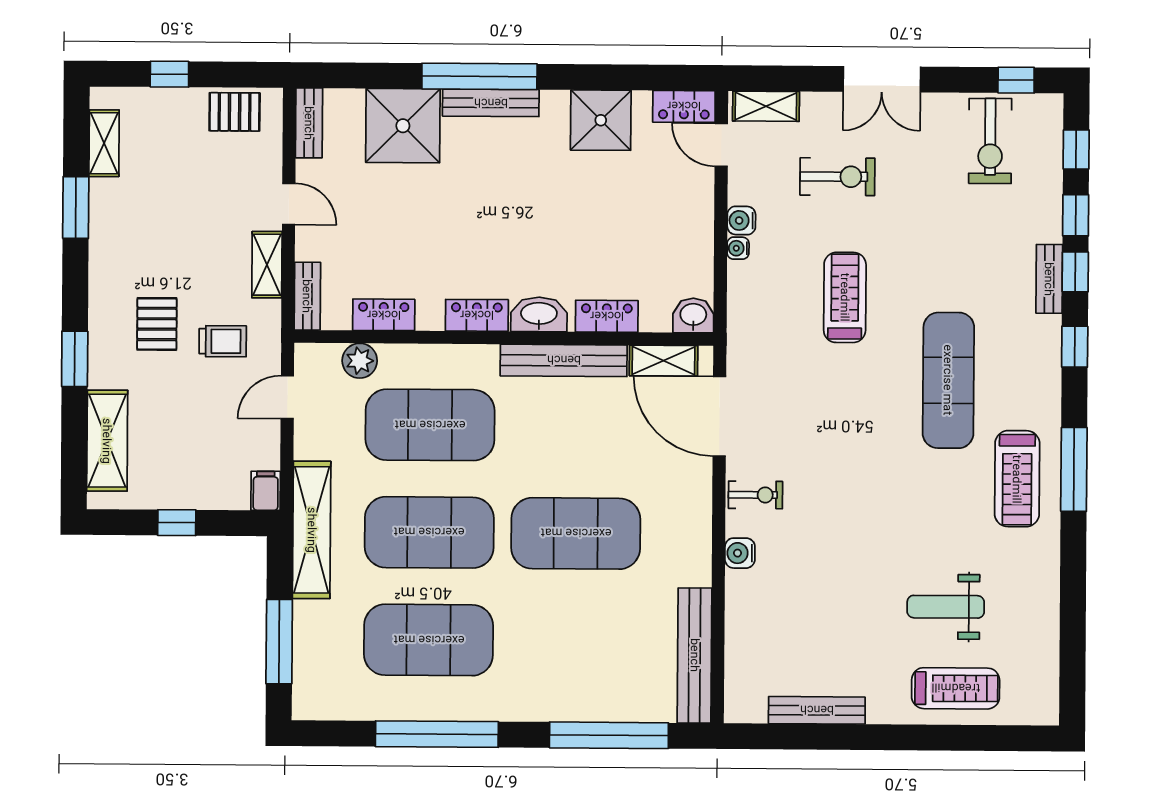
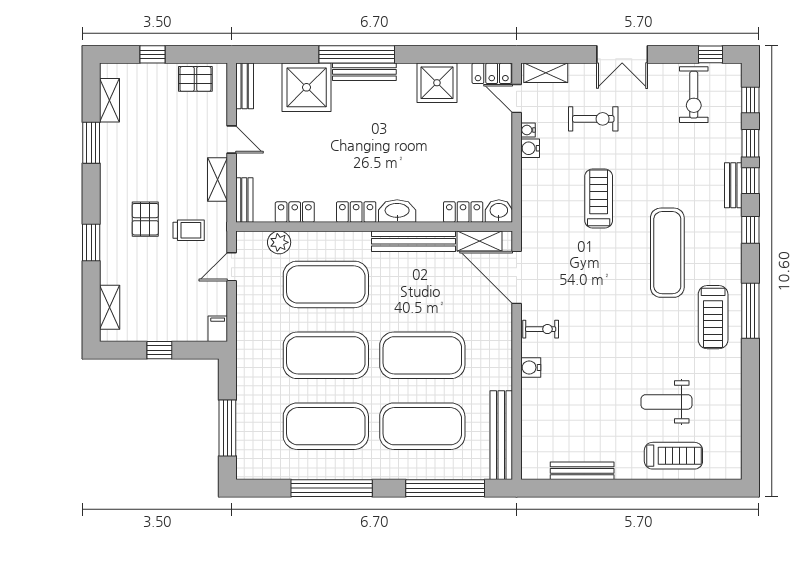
water cooler: (738, 248) -> (528, 130), moved
locker: (607, 316) -> (463, 212), moved
shelving: (107, 441) -> (110, 307), width x0.67, depth x0.75
shelving: (312, 530) -> (248, 354), removed
exercise mat: (575, 641) -> (422, 426), added

